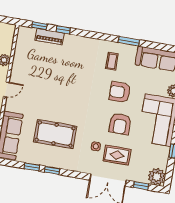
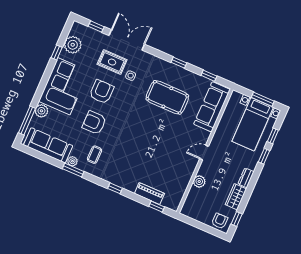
window: (63, 30) -> (115, 188), moved
plant: (132, 50) -> (72, 161), added
armchair: (120, 92) -> (94, 123), turned 180
window: (32, 167) -> (209, 76), moved
plant: (157, 177) -> (73, 45), moved

